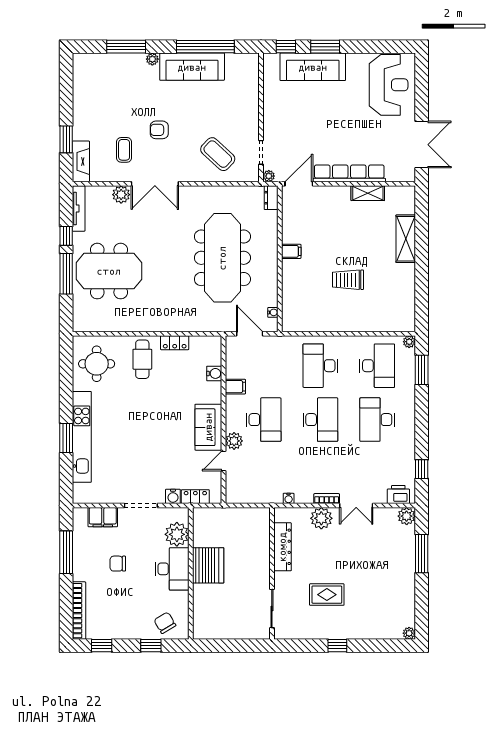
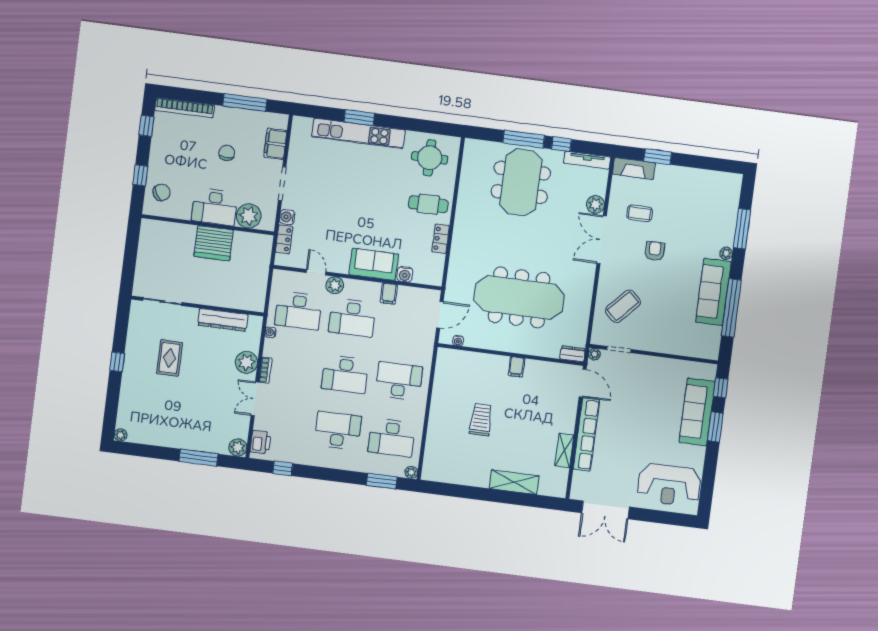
sofa: (208, 427) -> (374, 264), moved
desk: (264, 474) -> (298, 311), added

